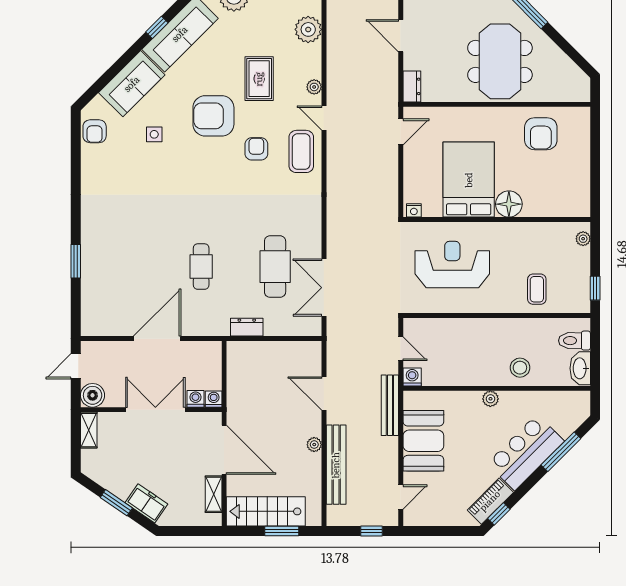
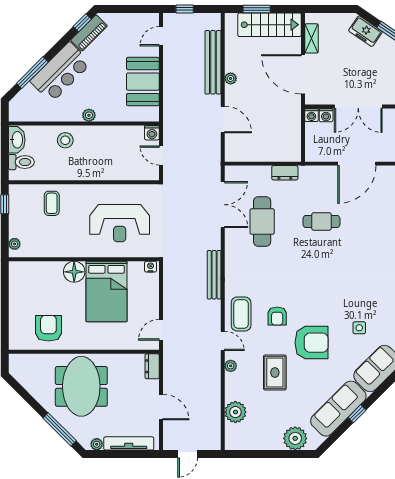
cafe table: (201, 267) -> (321, 221), turned 90
bench: (390, 405) -> (214, 275), moved

